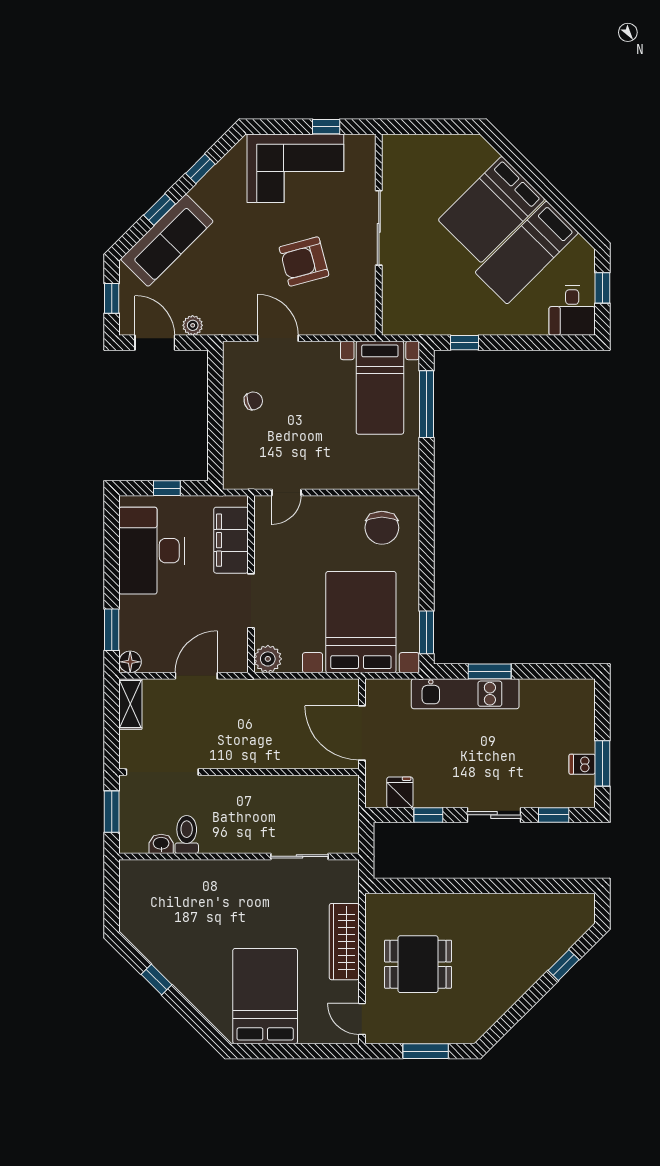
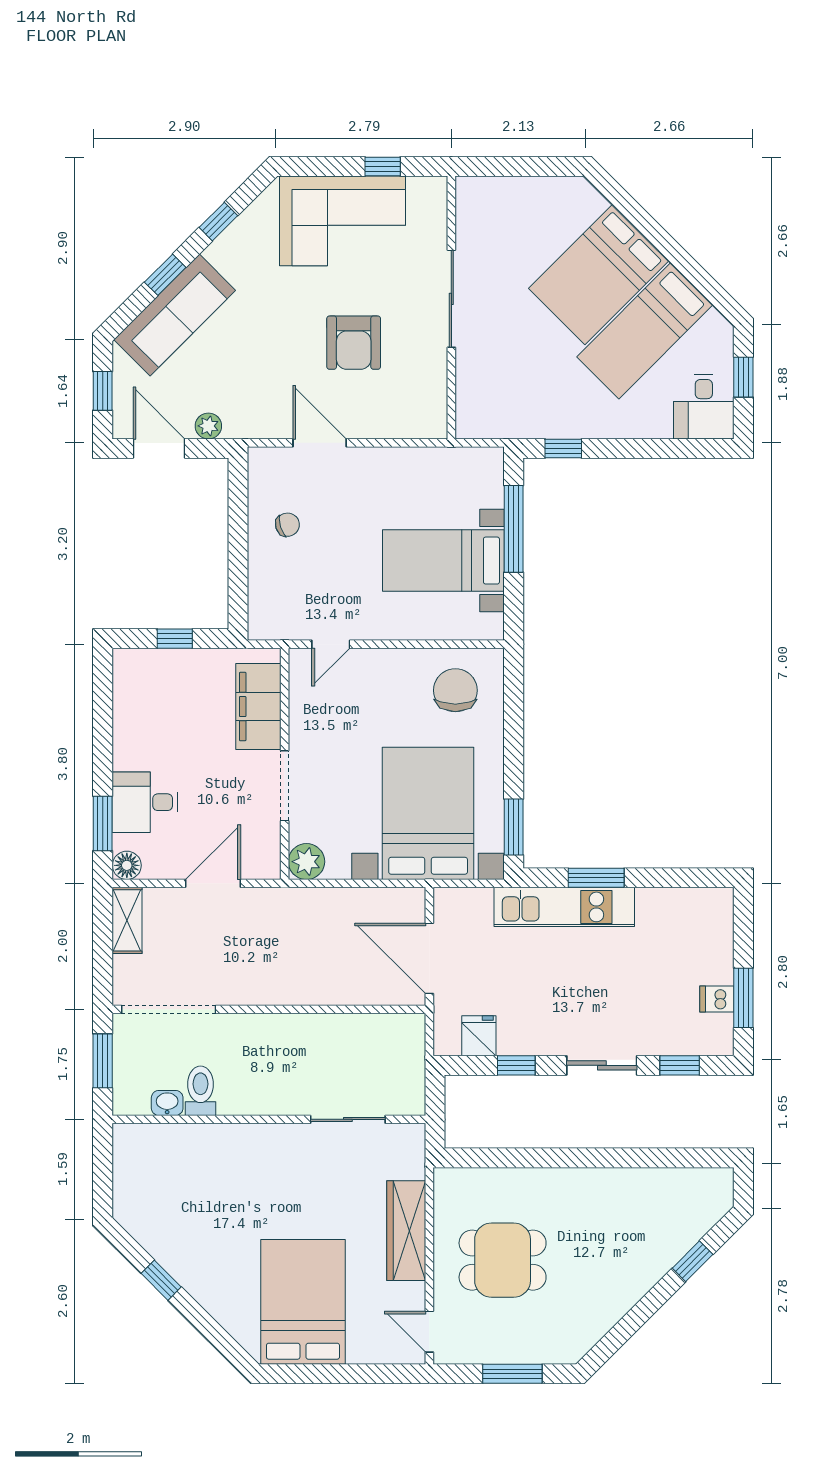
armchair: (304, 261) -> (354, 343), turned -75
bed with nightstands: (380, 388) -> (443, 561), moved, turned 90
chair: (382, 528) -> (455, 690), turned 180
desk: (152, 551) -> (145, 802), moved, width x0.53, depth x0.77

